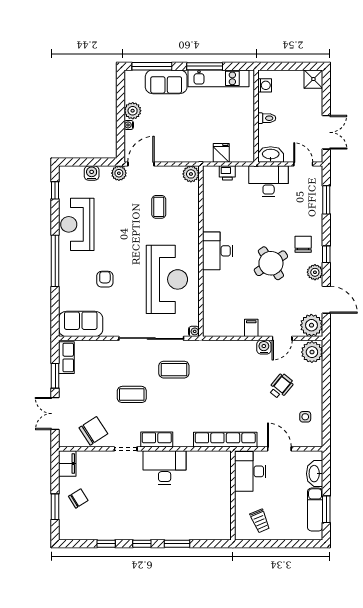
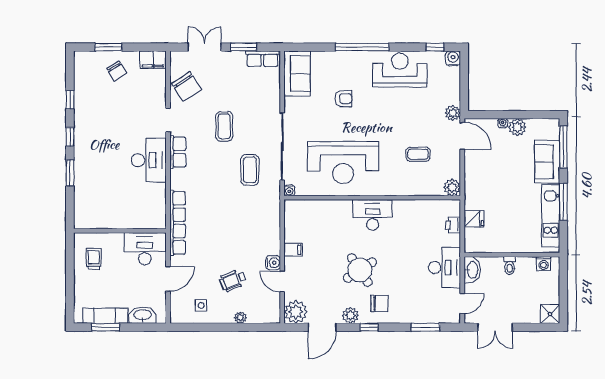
water cooler: (92, 173) -> (453, 58), moved, turned -90
plant: (312, 352) -> (240, 318), moved, width x0.53, depth x0.53
wheelchair: (281, 386) -> (233, 280), turned 119
trolley: (260, 521) -> (94, 259), turned 113

